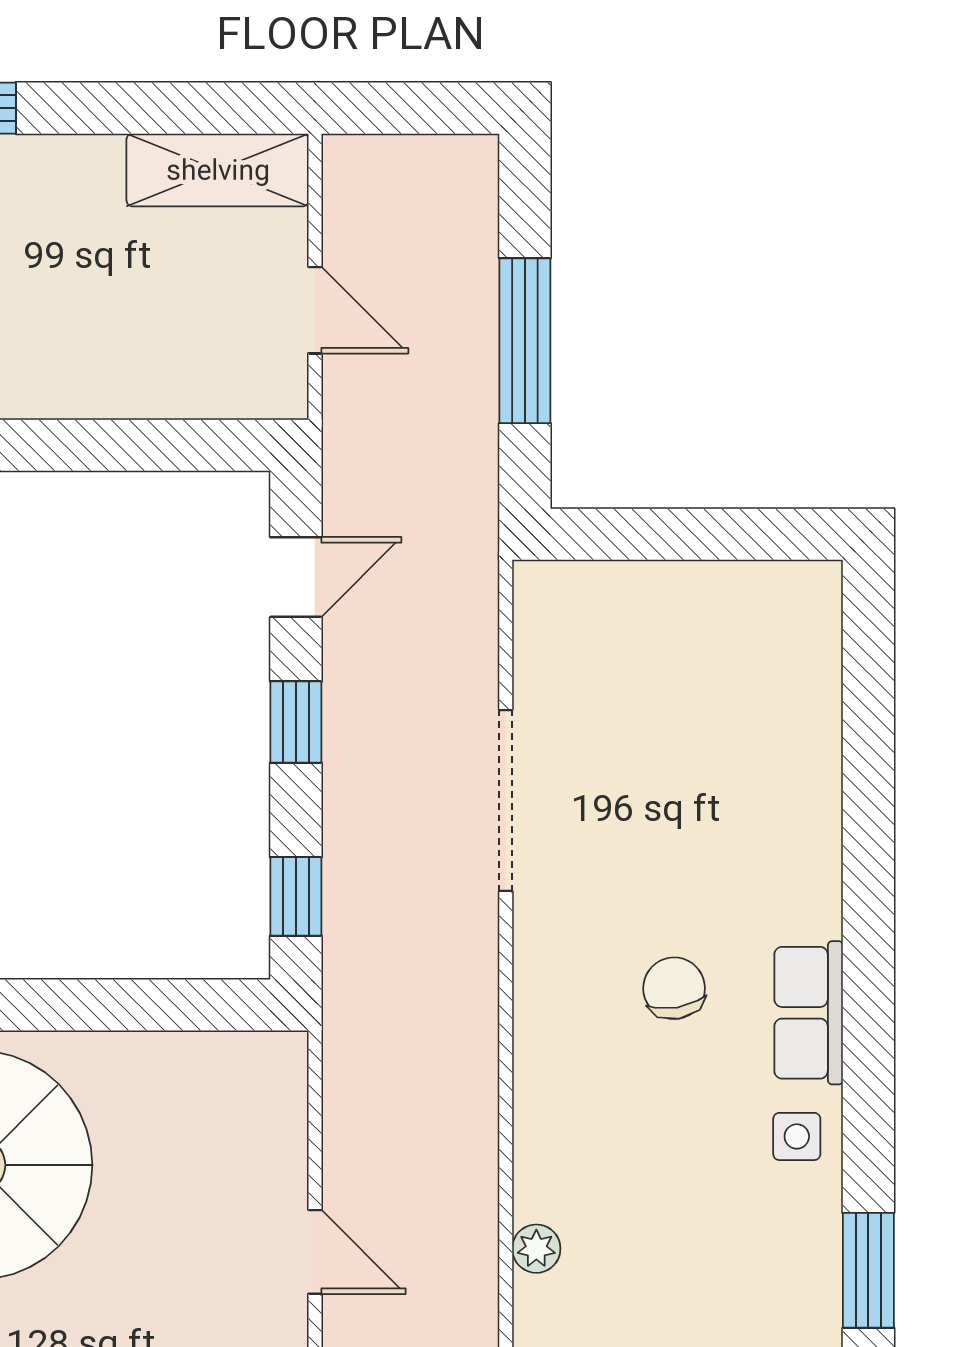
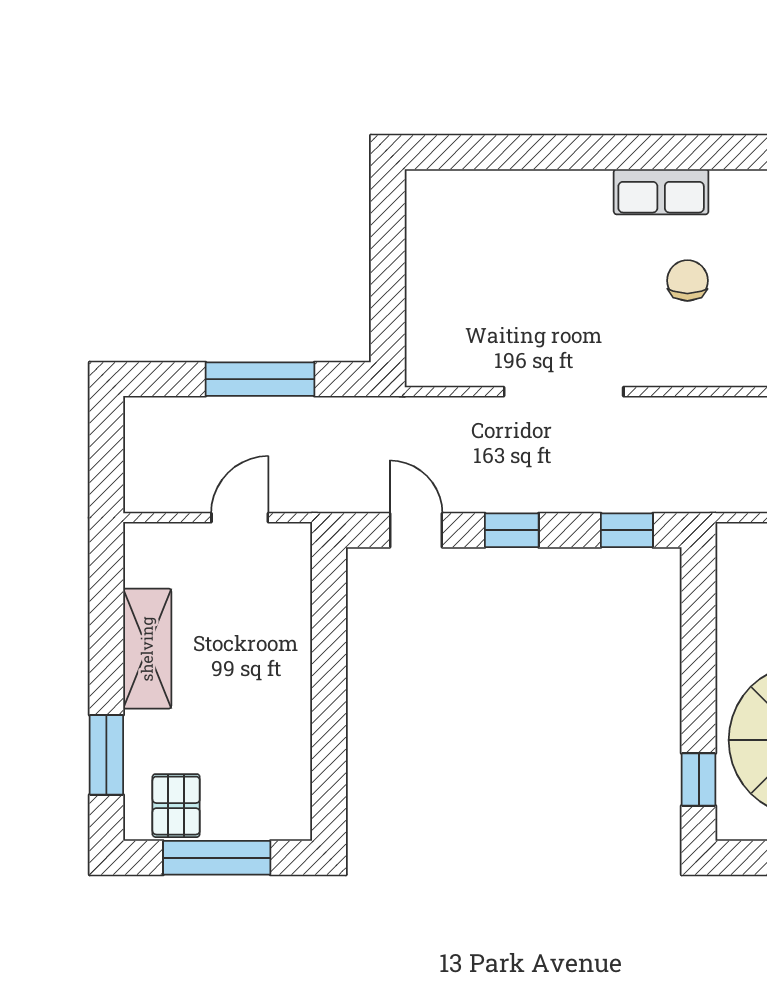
shelving: (218, 170) -> (147, 649), moved
chair: (674, 988) -> (687, 281), turned 100
row of seats: (809, 1013) -> (661, 192), moved

